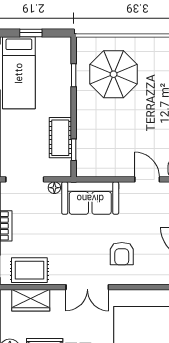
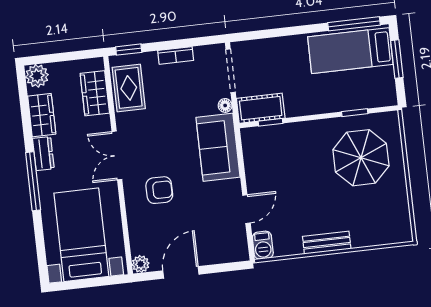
window: (31, 33) -> (397, 59), width x1.50
cot: (60, 138) -> (261, 108), moved
armchair: (122, 254) -> (159, 190), turned 180

